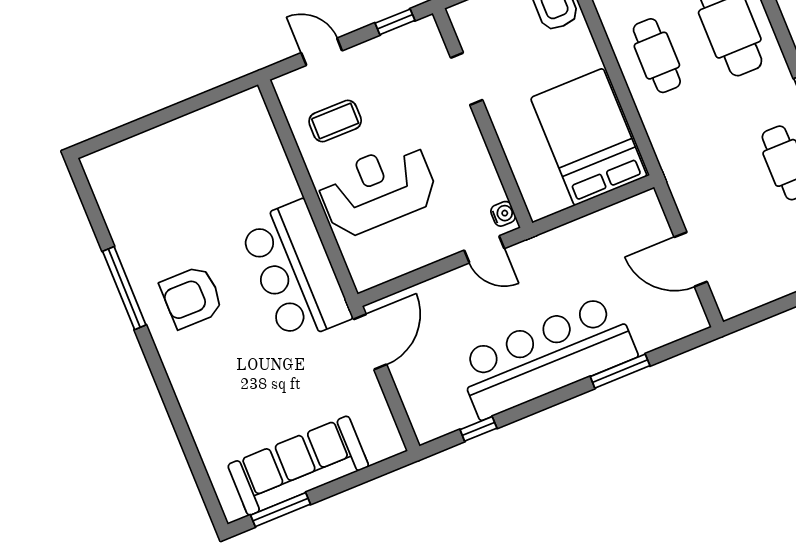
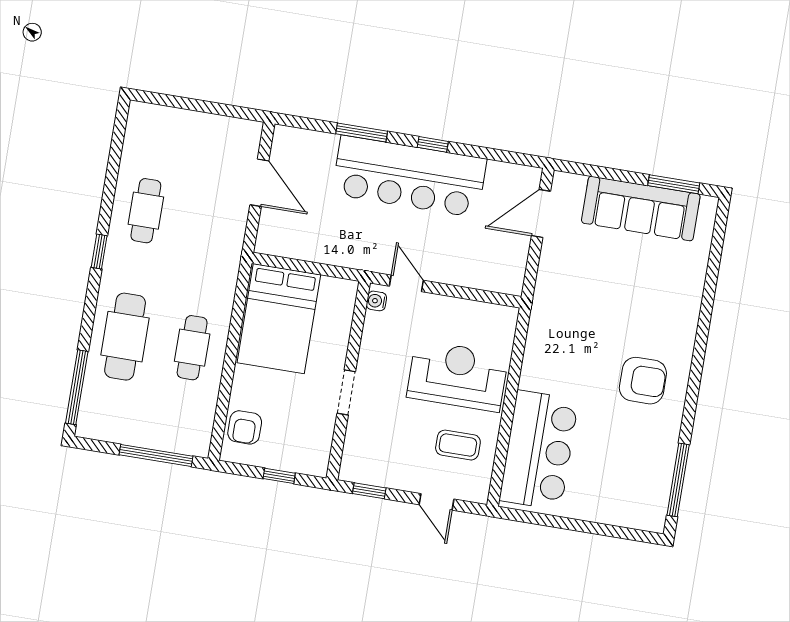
doorway: (467, 79) -> (346, 392), moved
reception desk: (378, 189) -> (458, 376), turned 180
bar counter: (295, 271) -> (539, 450), moved
window: (124, 288) -> (678, 480), moved
door: (370, 342) -> (541, 214), moved
window: (478, 429) -> (433, 144), moved

